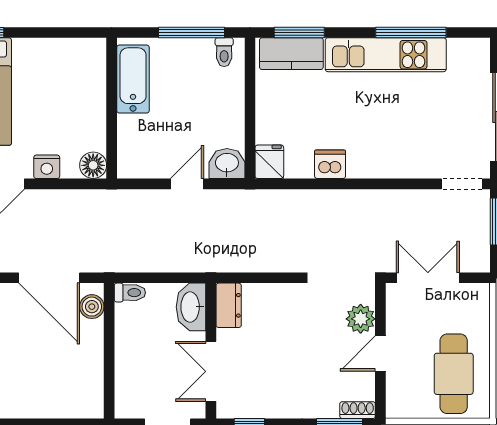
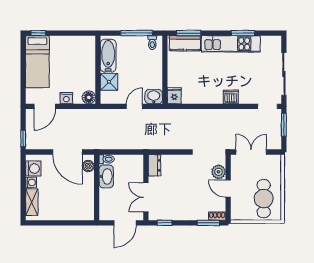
window: (411, 32) -> (243, 33), width x0.69
shower: (135, 133) -> (109, 82), added
dishwasher: (330, 164) -> (231, 97), moved
washbasin: (191, 307) -> (106, 176), moved, turned 180
door: (380, 353) -> (228, 189), hinge flipped

